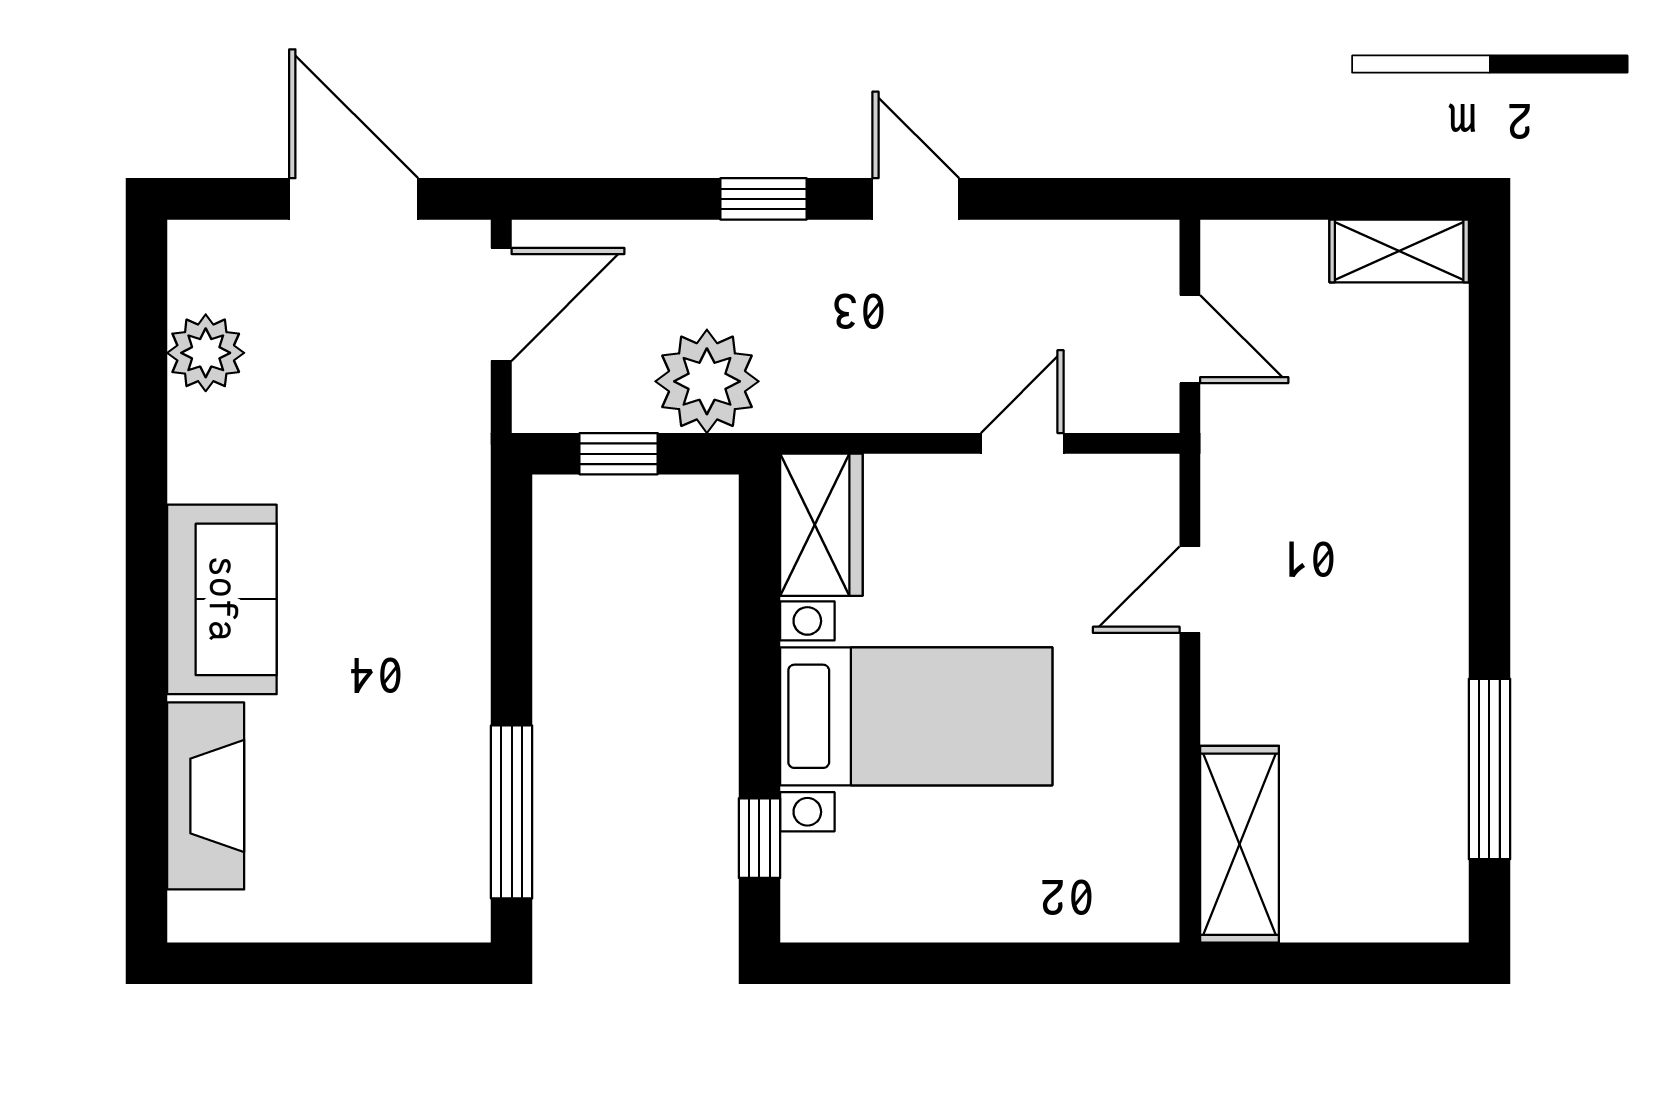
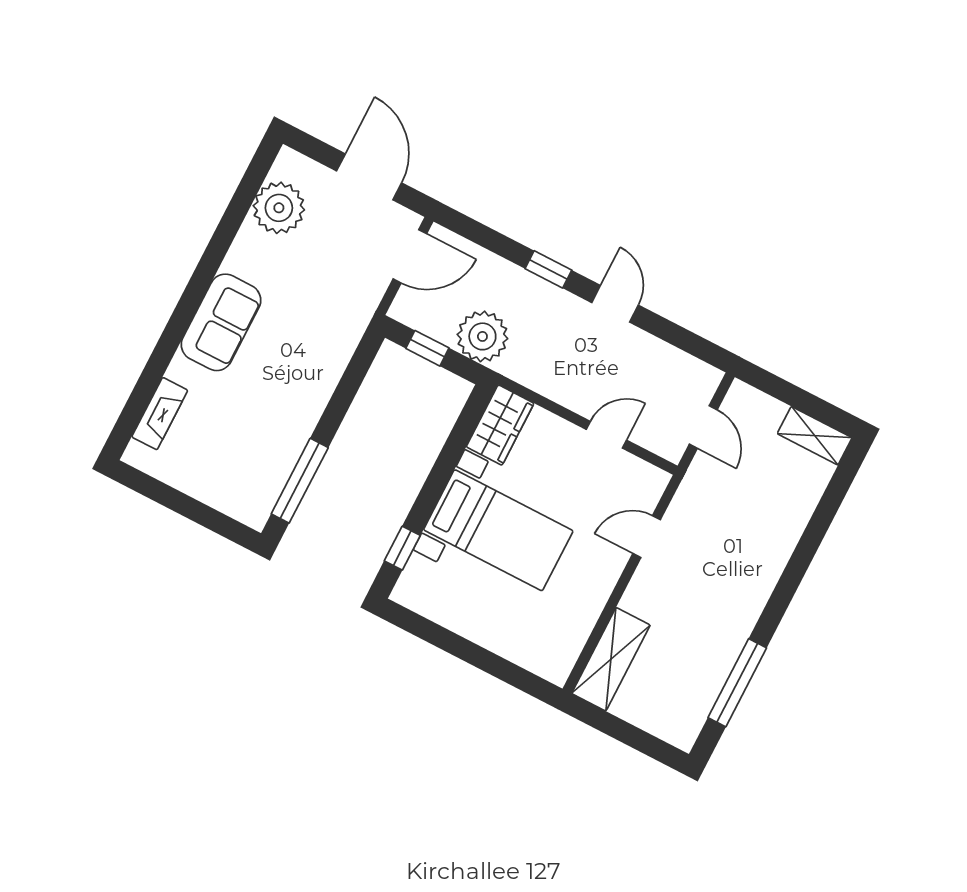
plant: (206, 353) -> (279, 208), width x1.36, depth x1.36
fireplace: (206, 796) -> (160, 414), width x0.73, depth x0.76

